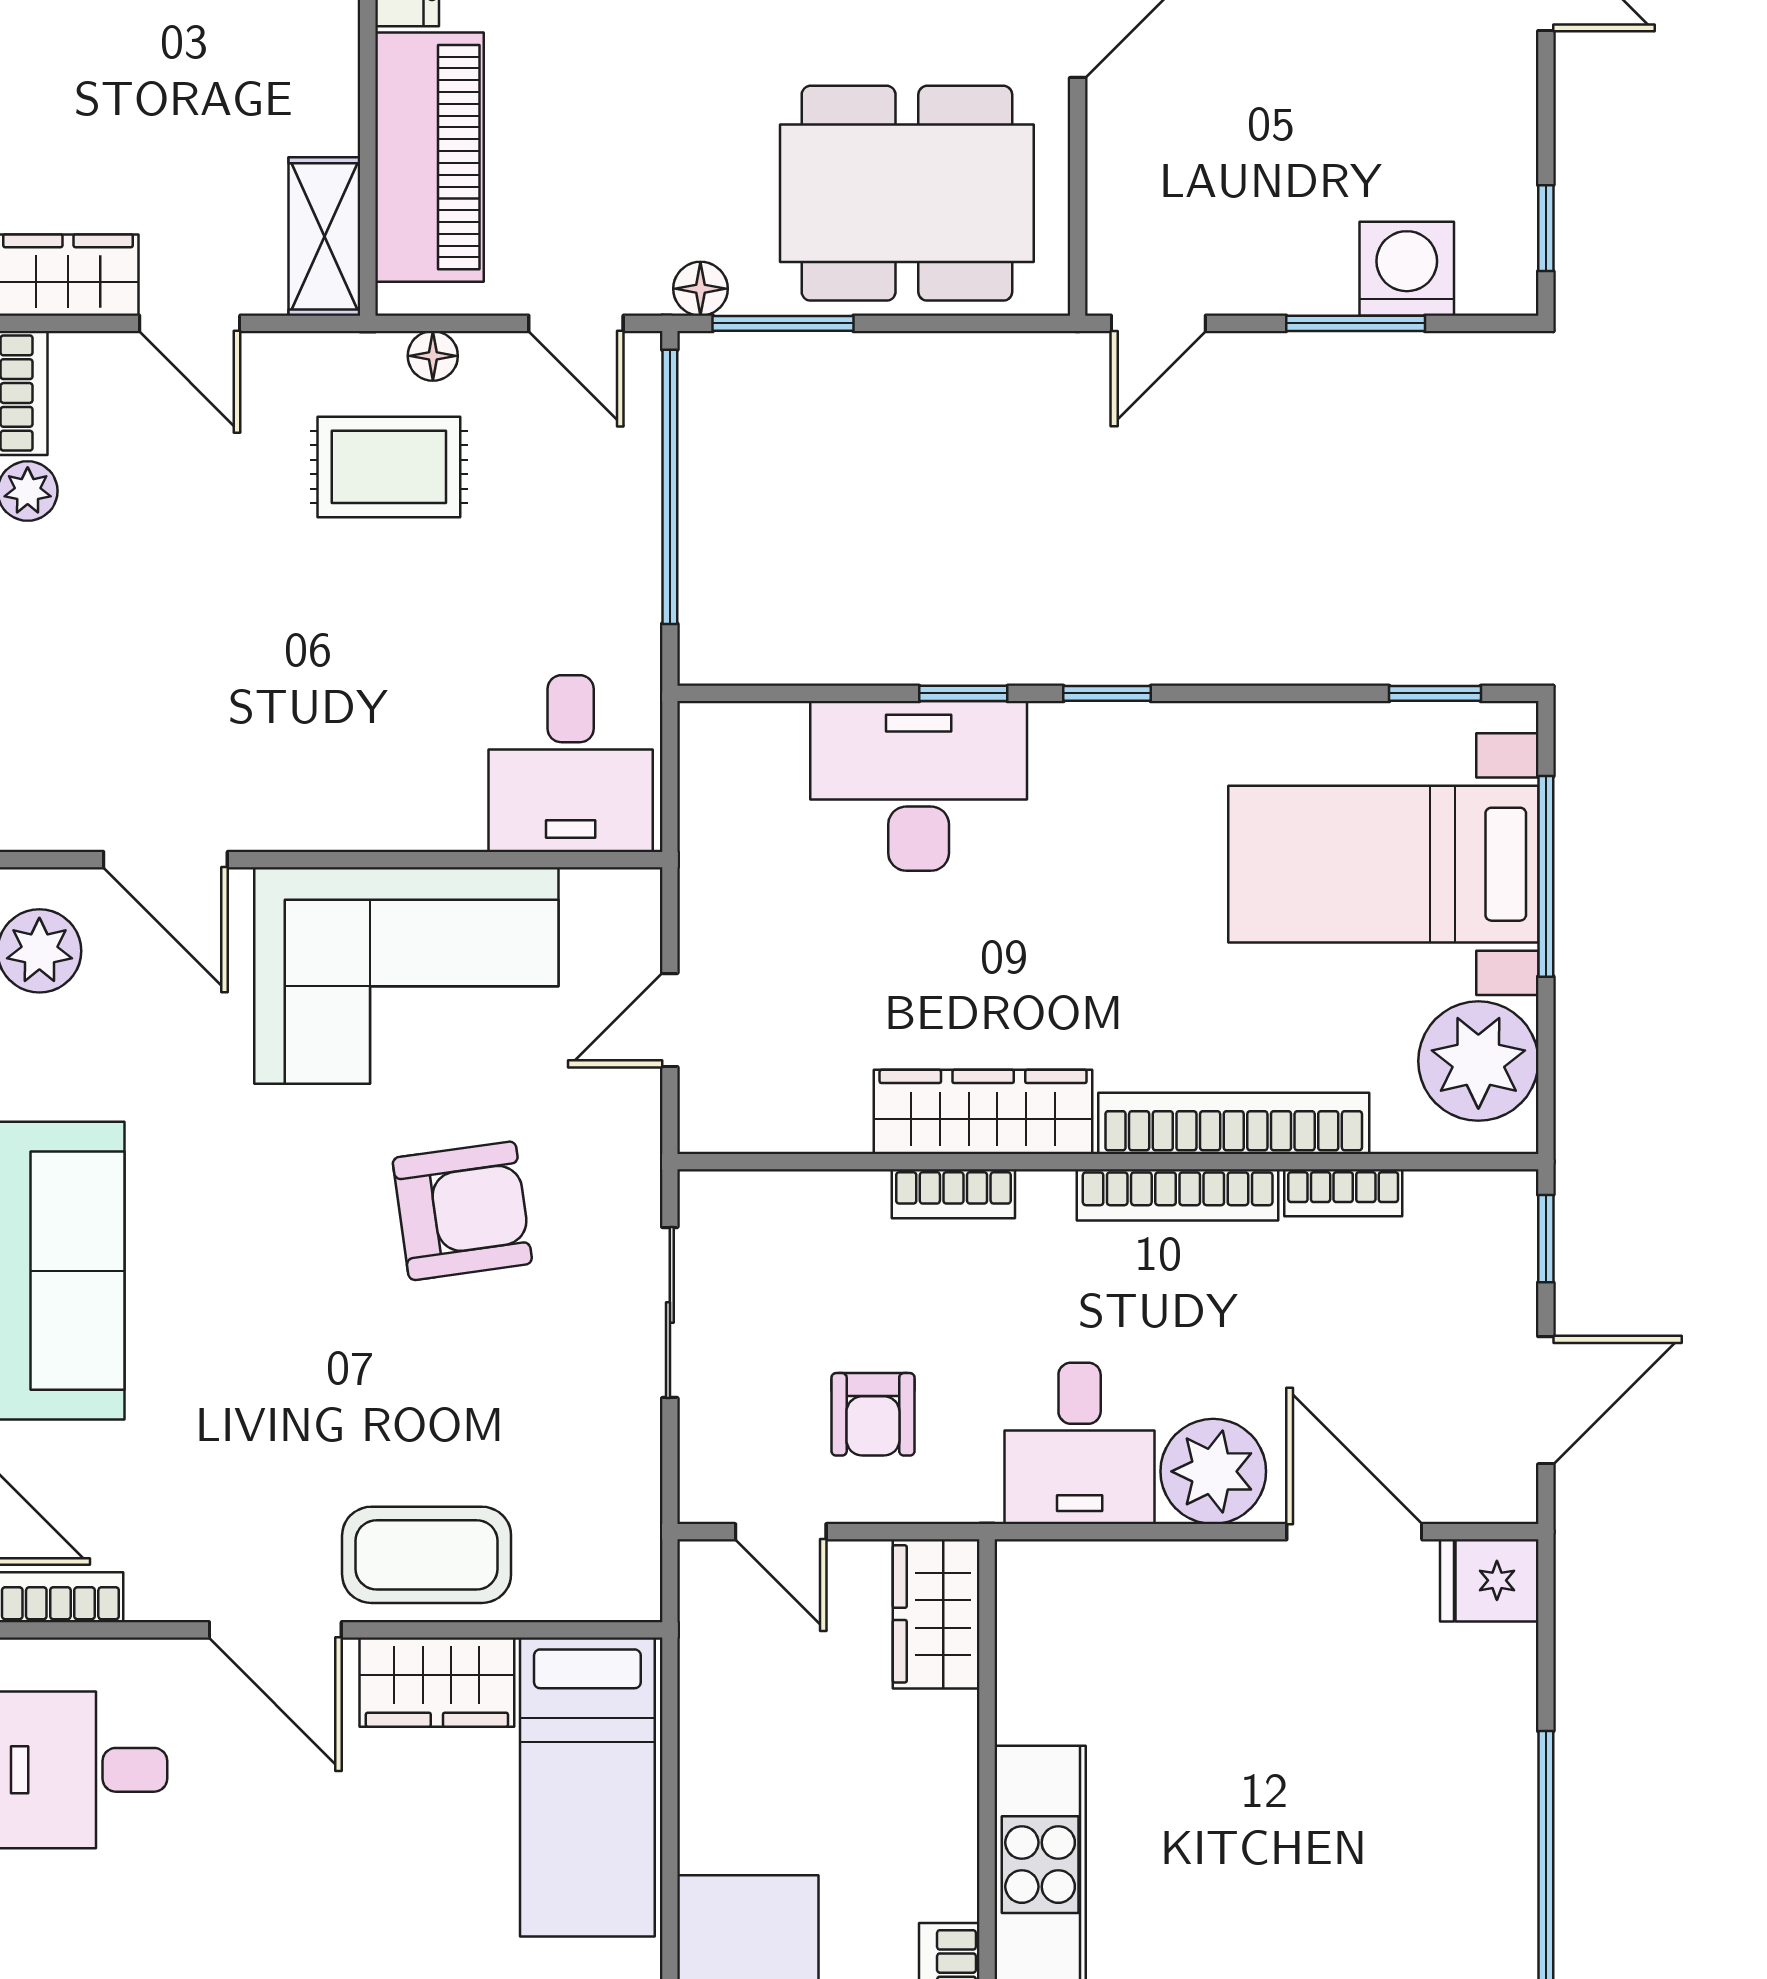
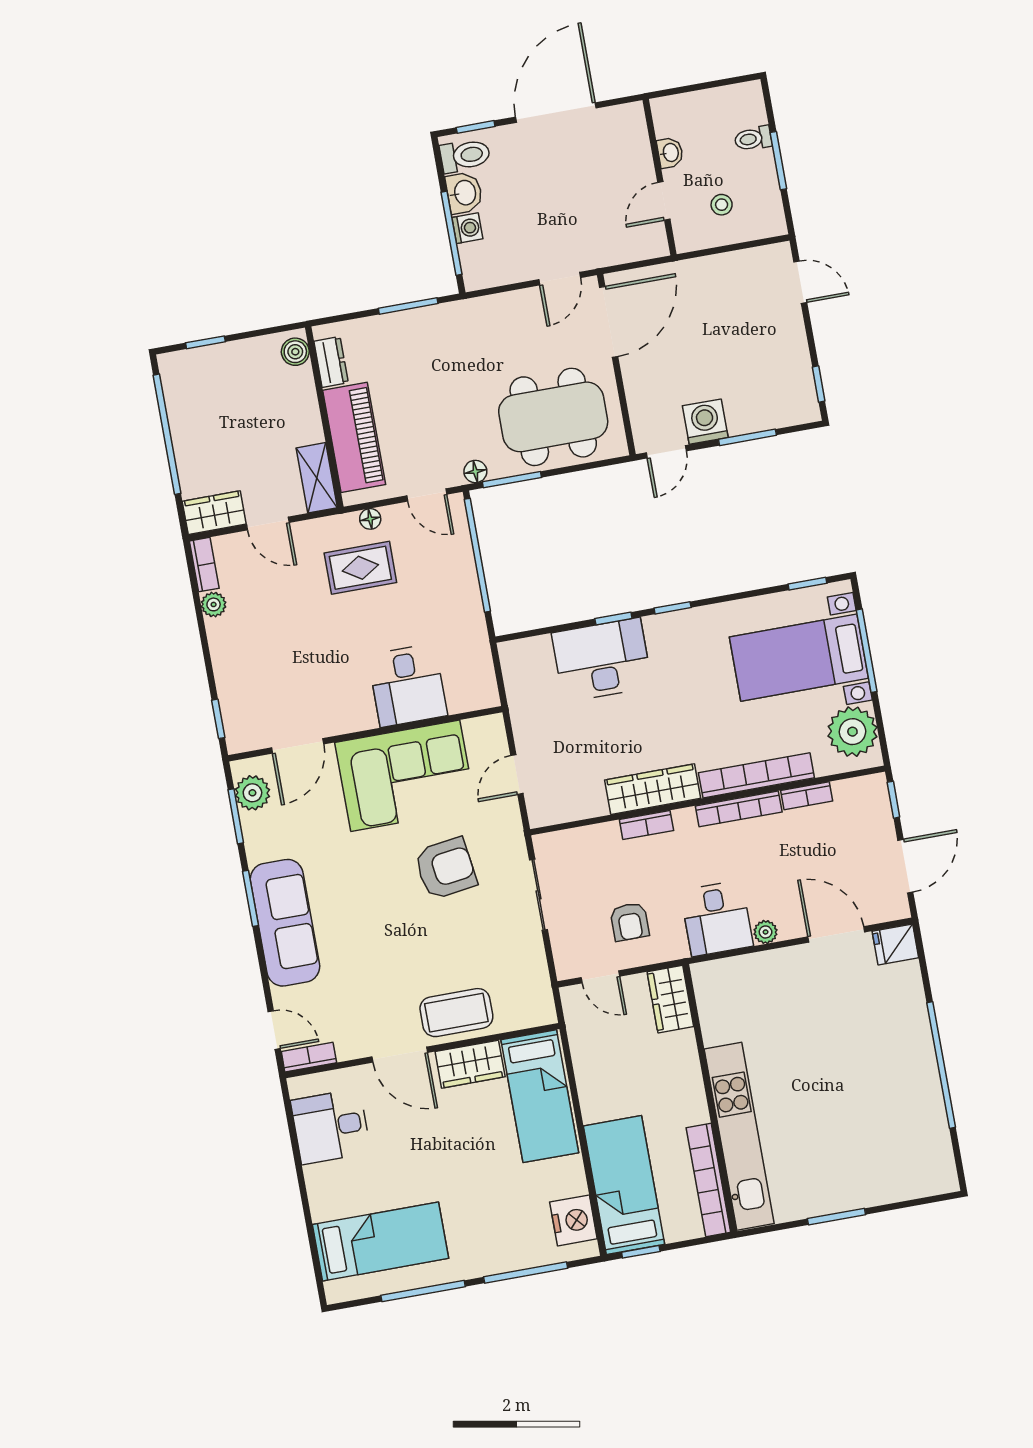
washing machine: (1407, 269) -> (705, 422), moved
desk: (571, 764) -> (408, 685), moved
door: (165, 860) -> (298, 746), hinge flipped
plant: (1213, 1471) -> (766, 932), width x0.53, depth x0.53

